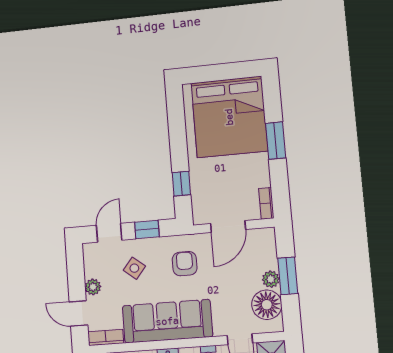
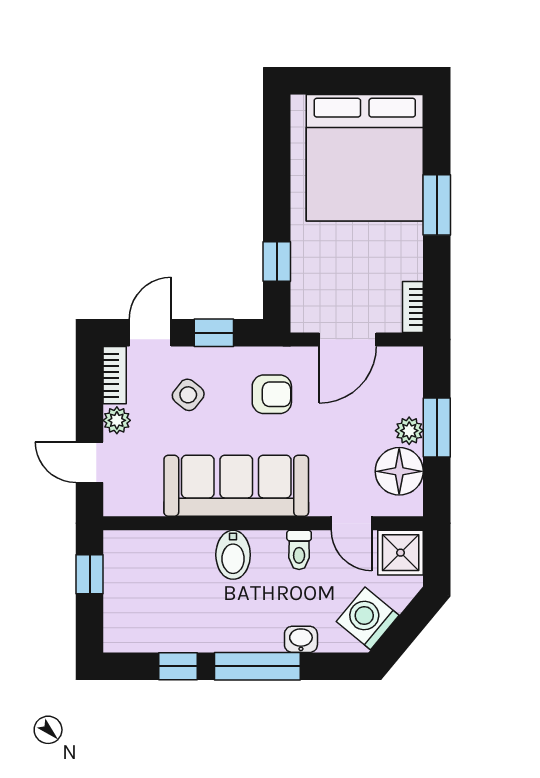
armchair: (185, 264) -> (272, 394), turned 90
bookcase: (106, 337) -> (115, 375), moved, turned 90

